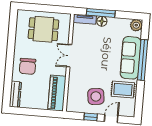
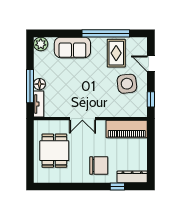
sofa: (131, 58) -> (72, 47), width x0.73
window: (143, 60) -> (106, 33), moved
window: (8, 81) -> (117, 186), added
window: (91, 117) -> (151, 99), moved

